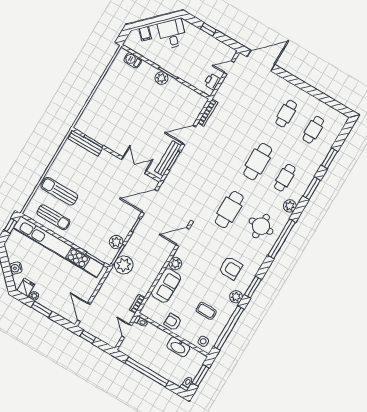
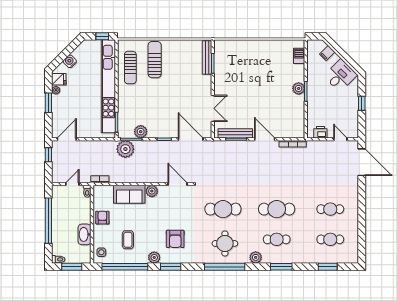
window: (329, 158) -> (328, 267), moved

